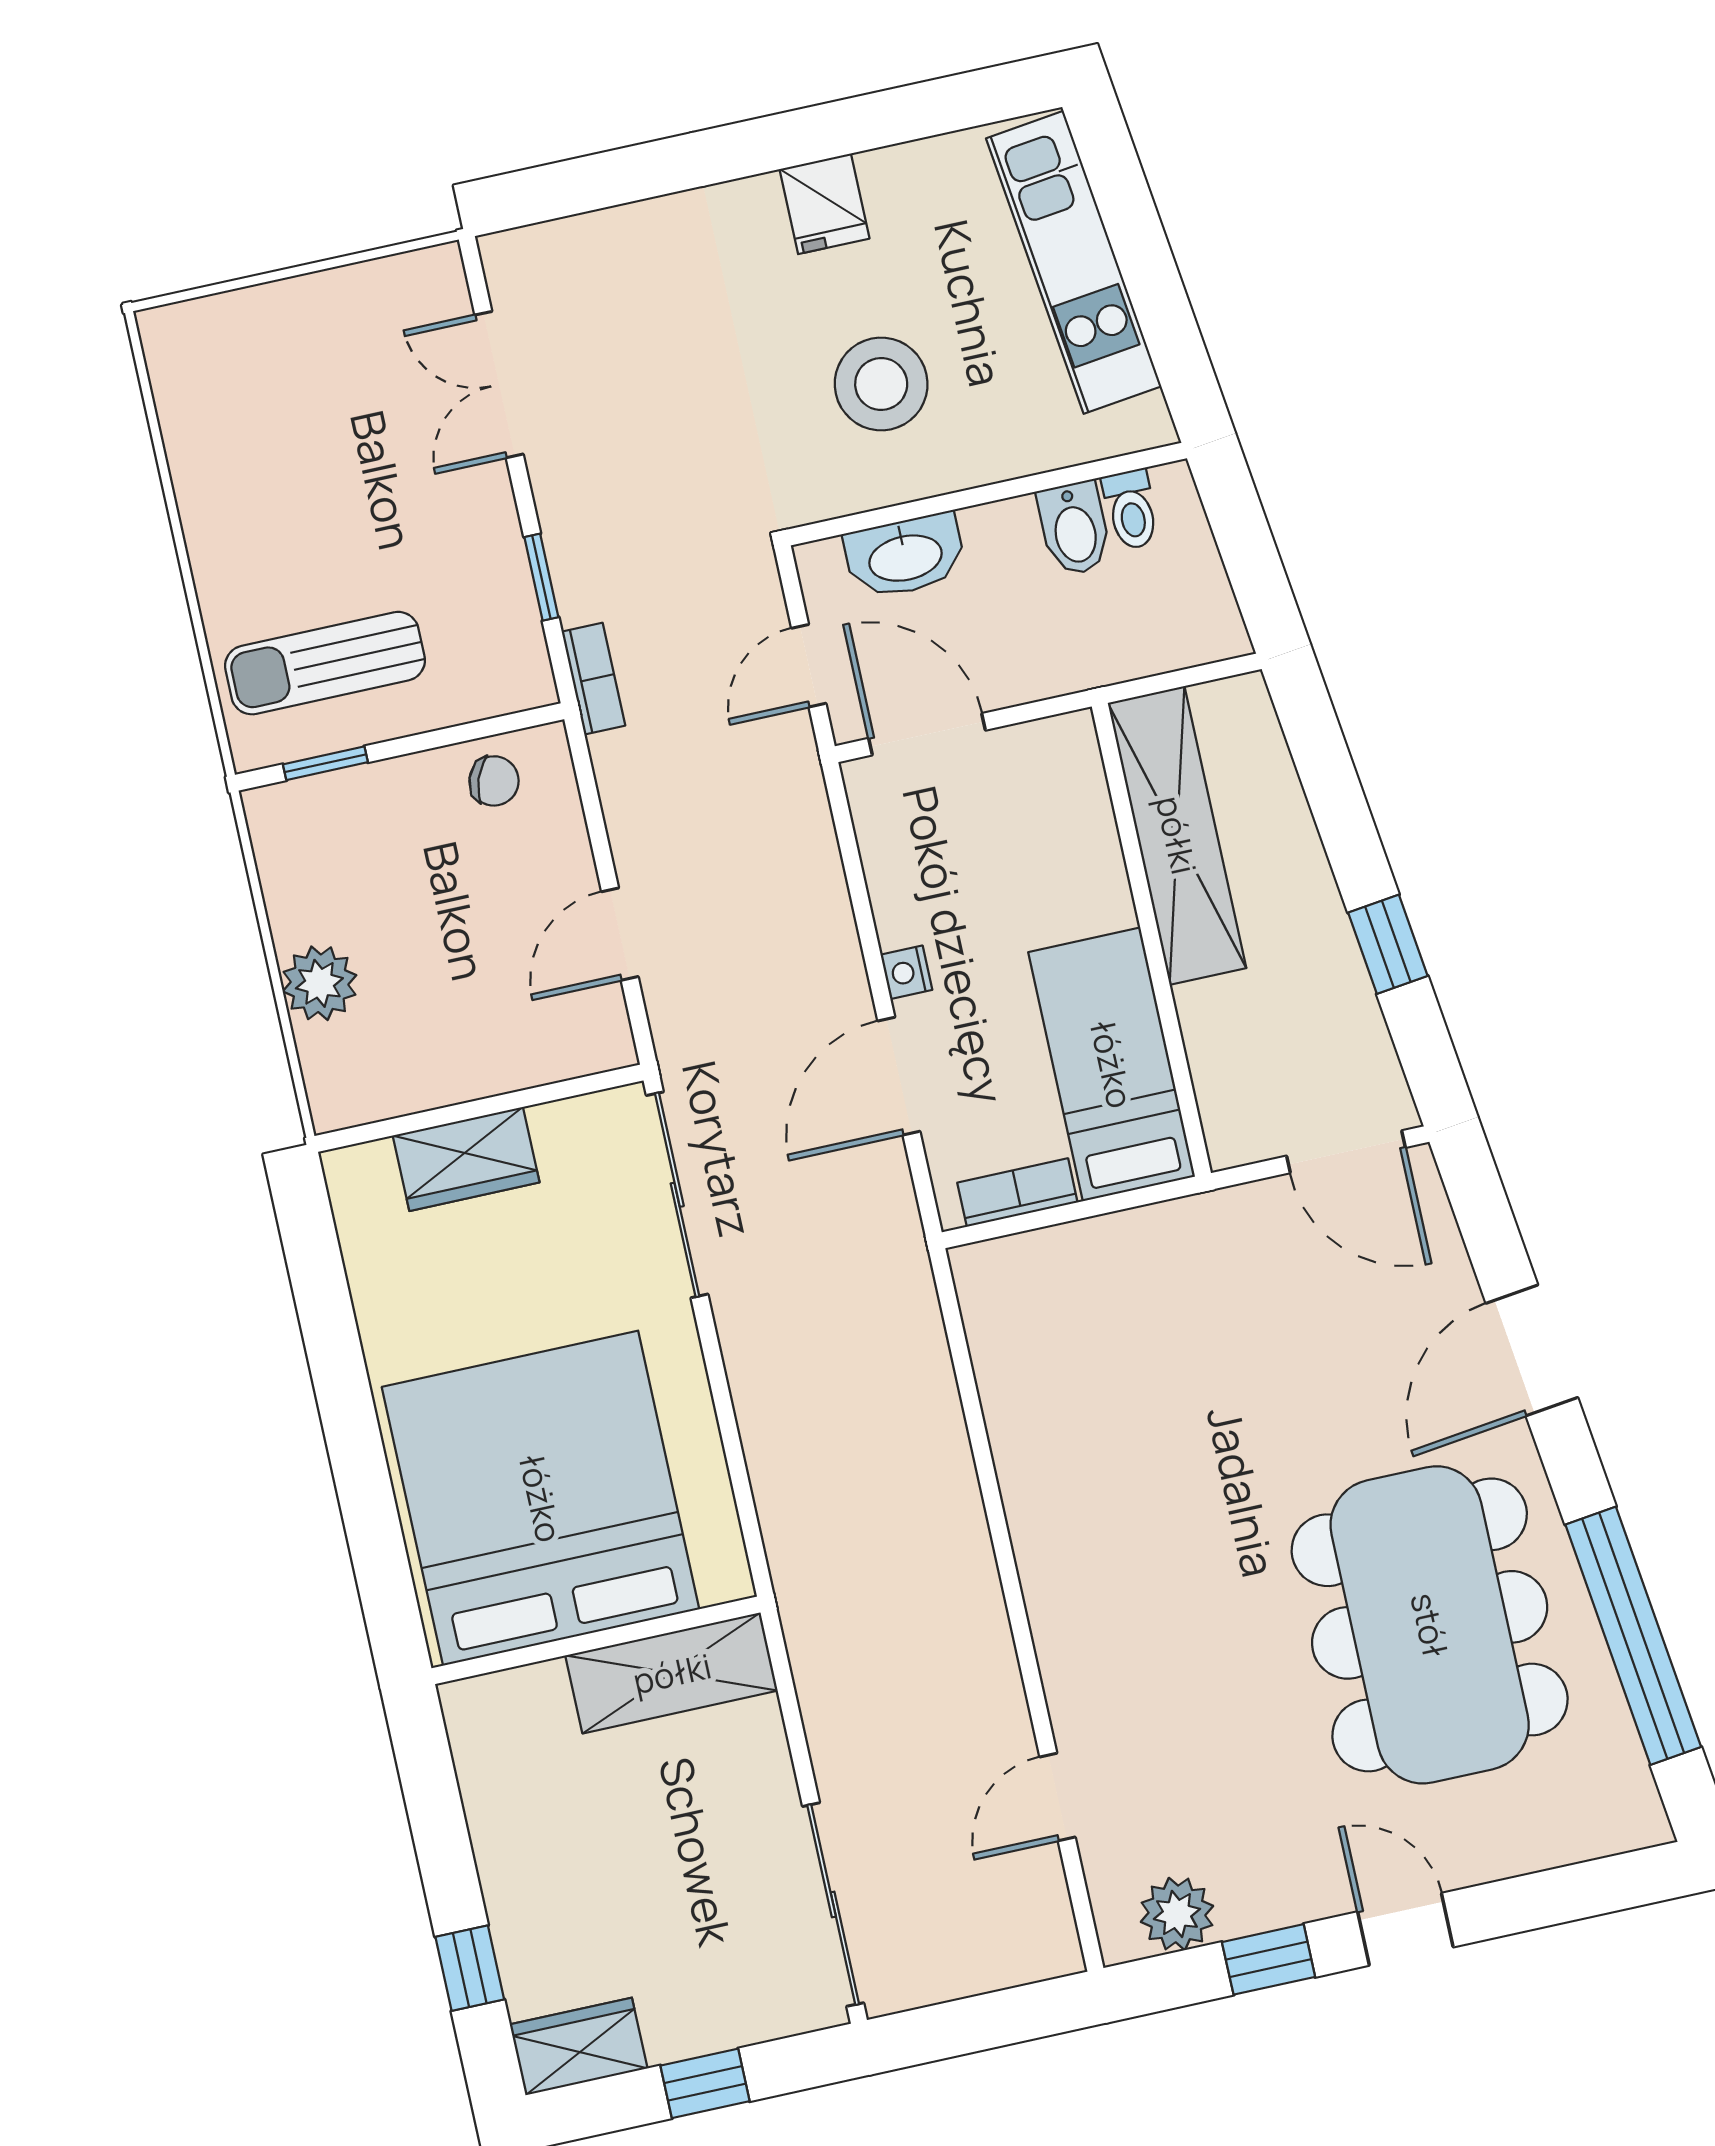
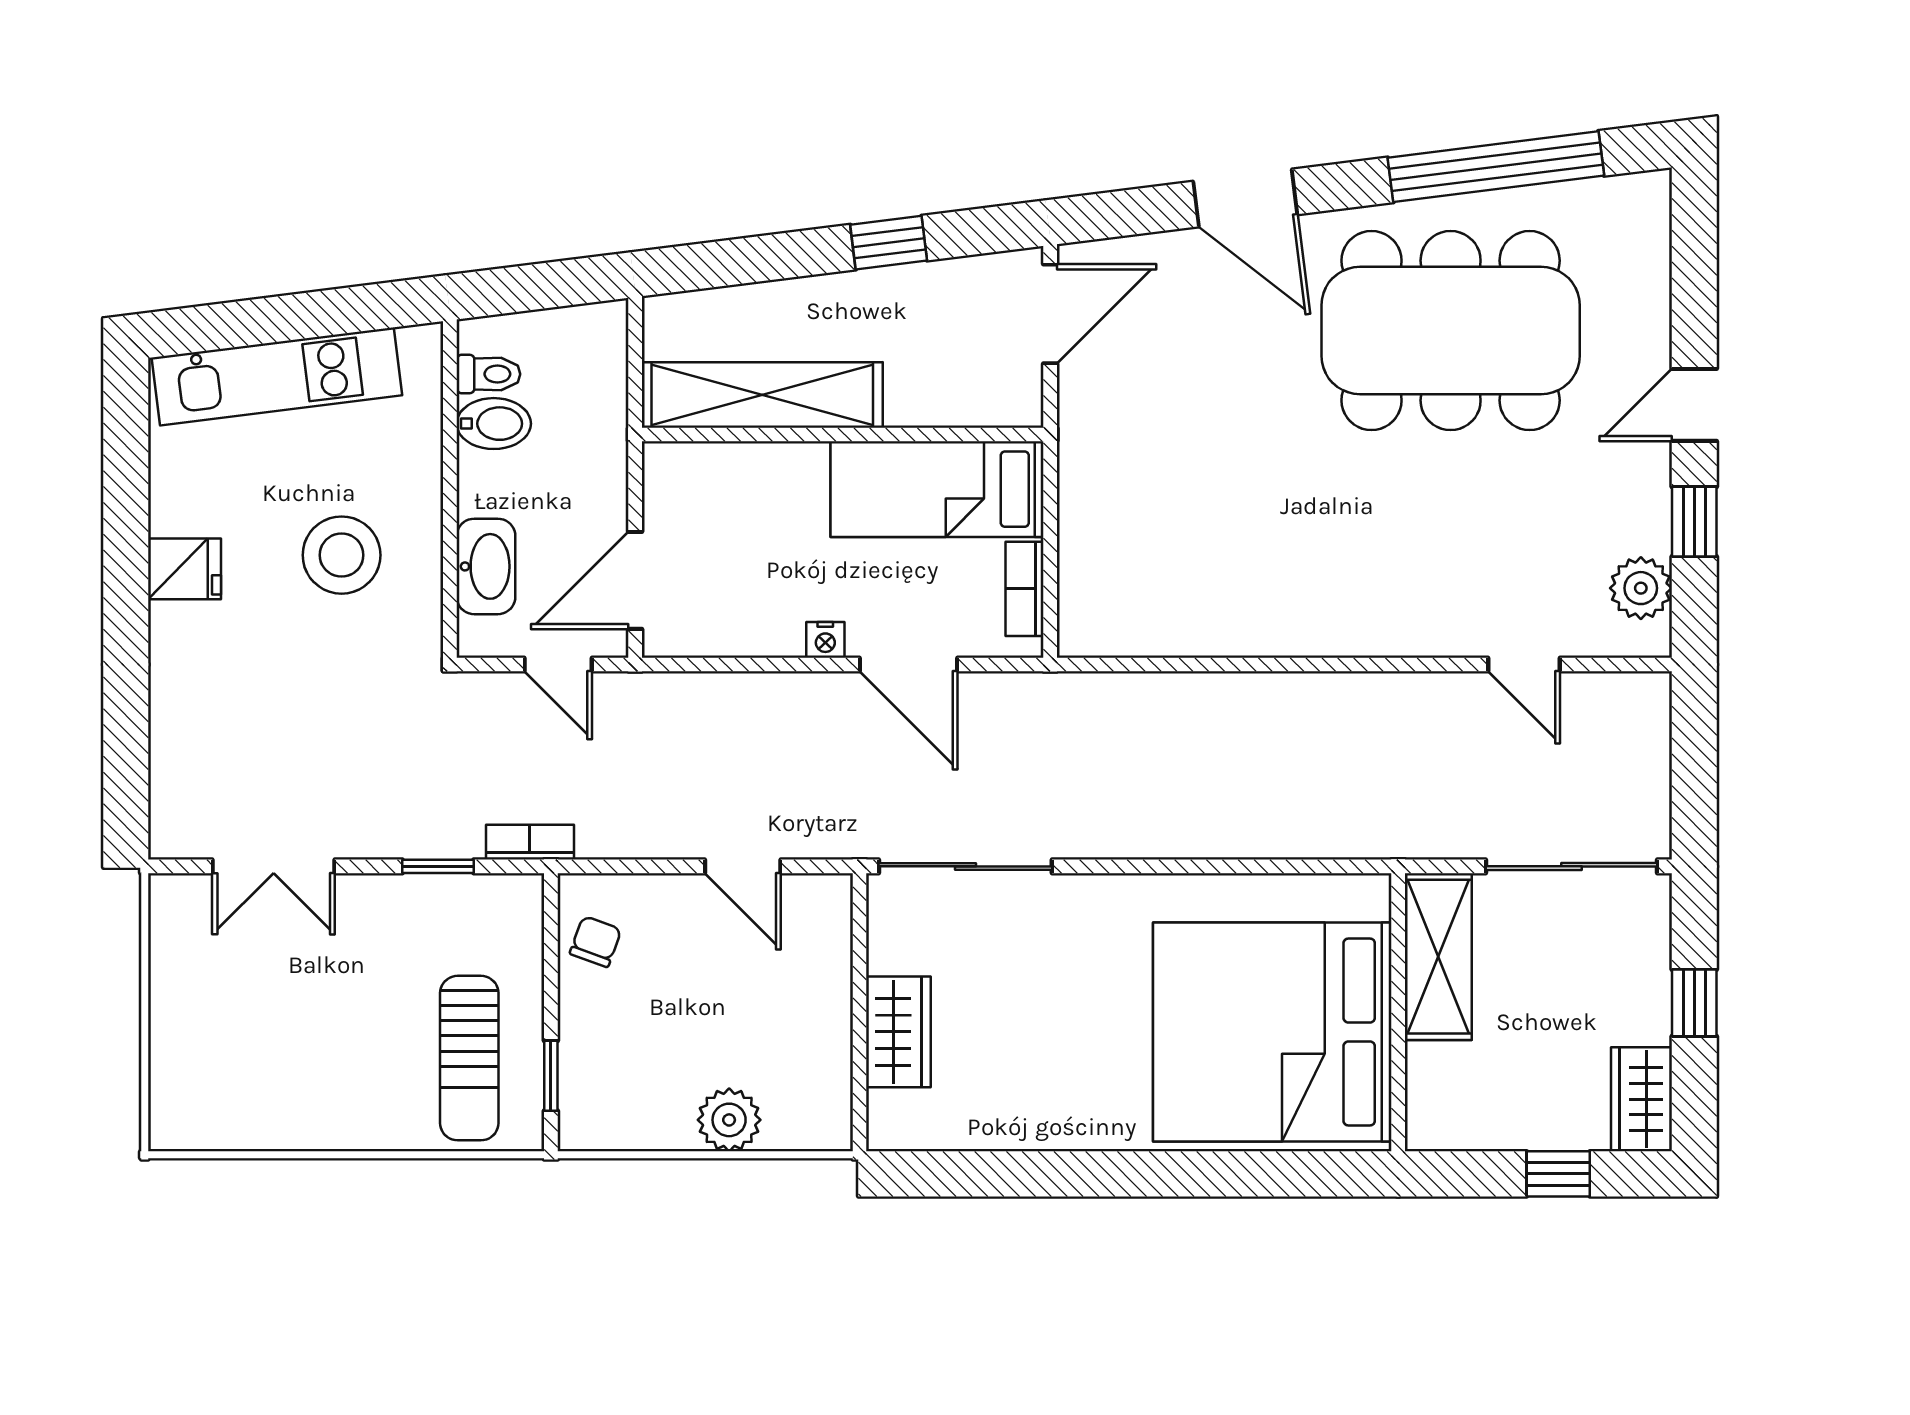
bed: (541, 1498) -> (1272, 1032), moved
wall: (596, 1640) -> (1398, 1012), moved
shelving: (672, 1673) -> (1438, 957), moved

